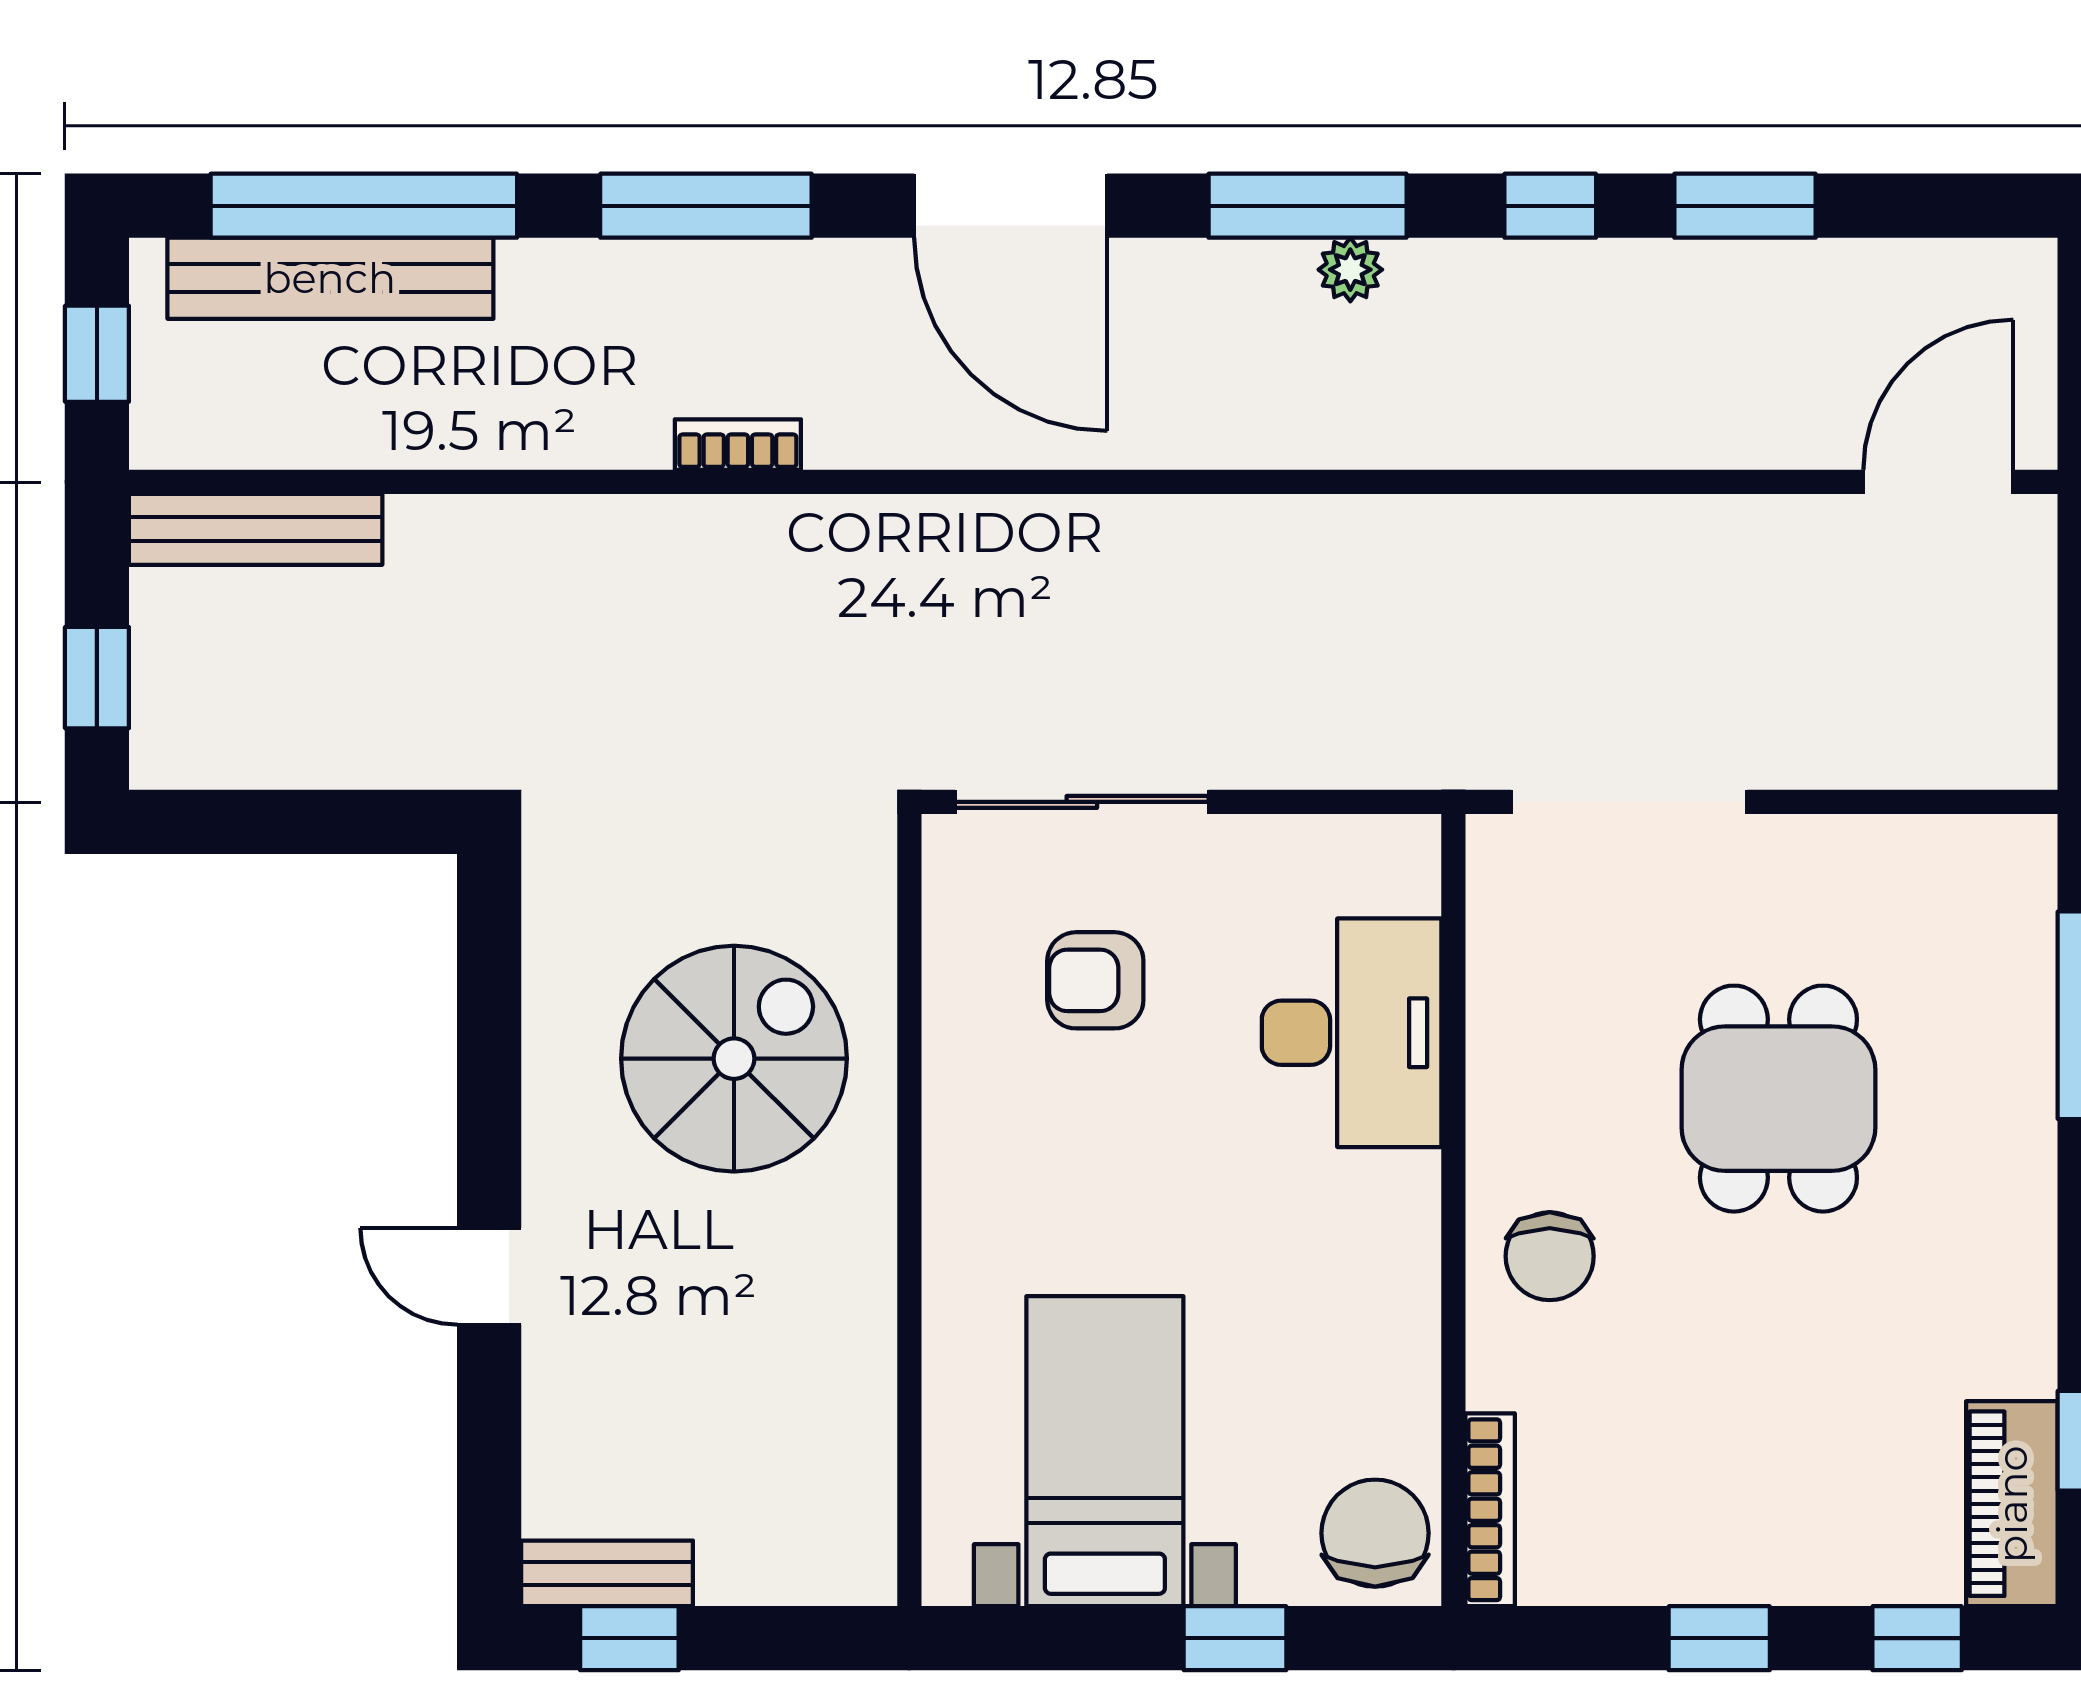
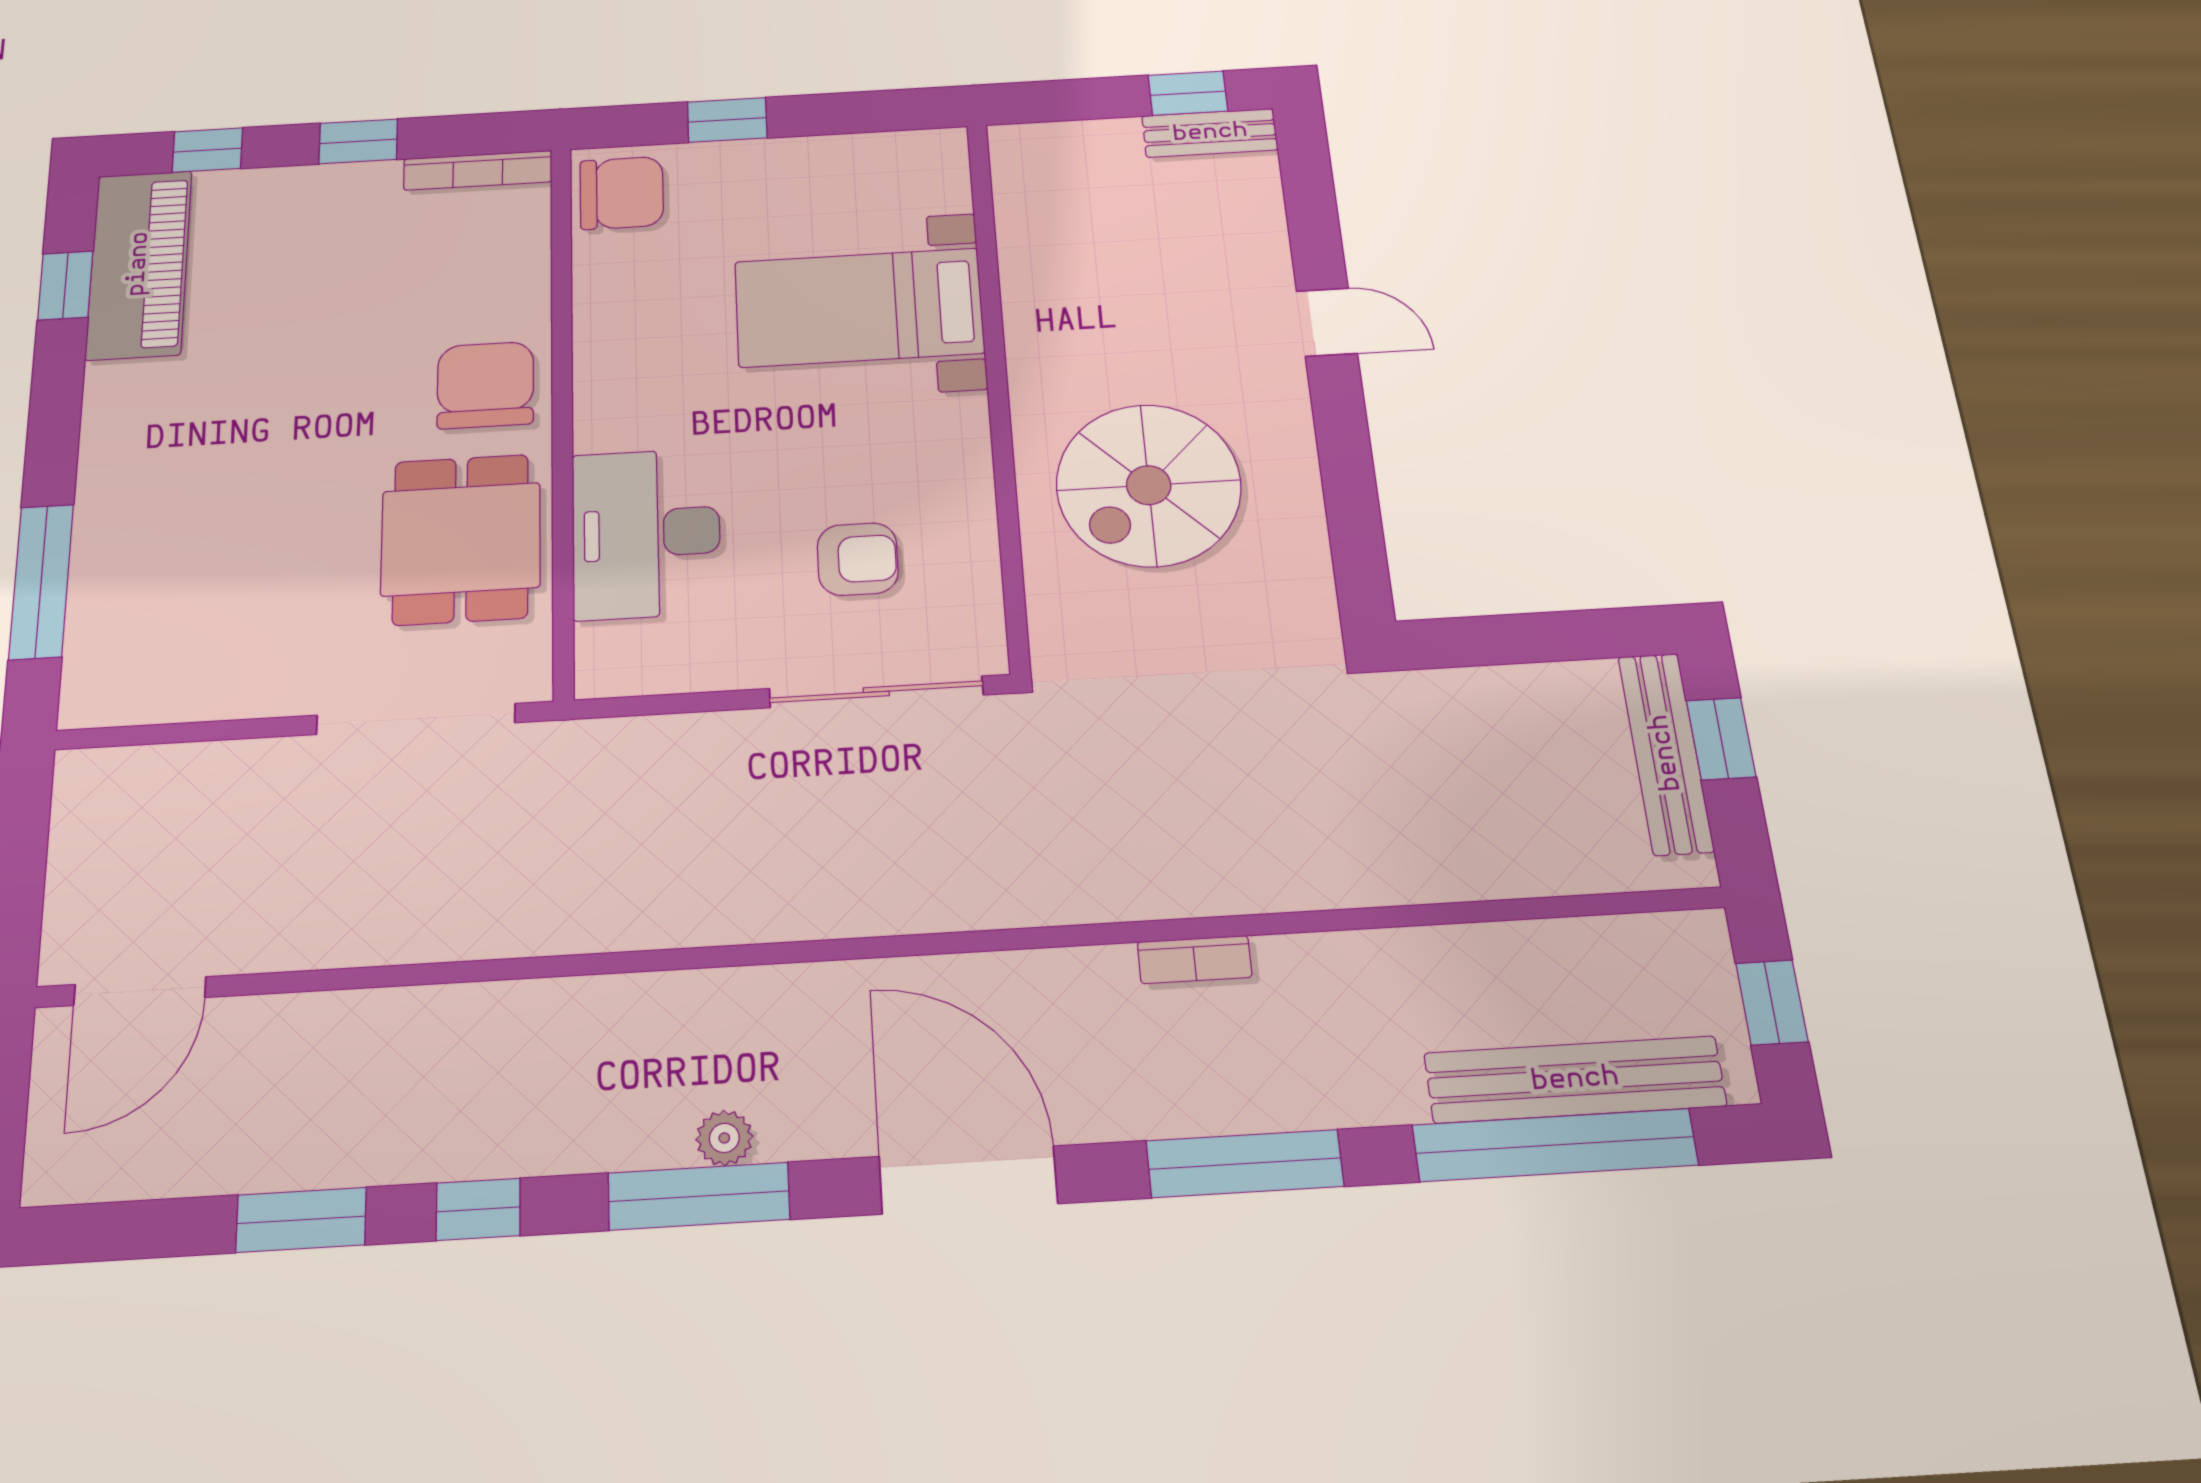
plant: (1350, 270) -> (724, 1138), moved
bench: (256, 529) -> (1666, 753), moved, turned 90
dining table: (1778, 1099) -> (461, 539), moved
chair: (1550, 1256) -> (485, 385), width x1.37, depth x1.37
bed with nightstands: (1105, 1451) -> (859, 307), moved, turned 90
piano: (2012, 1504) -> (139, 264), width x1.37, depth x1.33
bookcase: (1490, 1510) -> (478, 170), moved, turned -90
chair: (1375, 1533) -> (622, 193), turned -90

